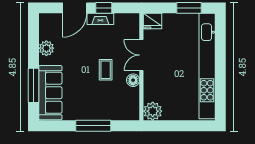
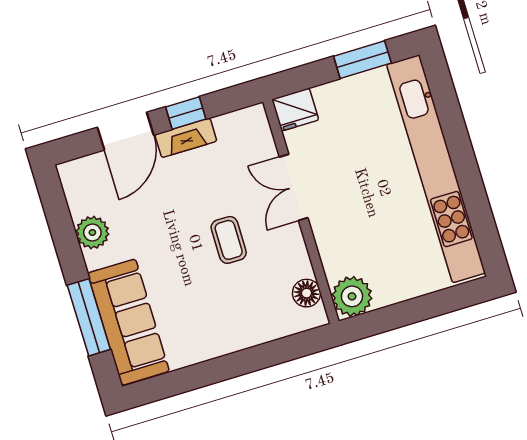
floor lamp: (133, 80) -> (307, 293), moved
window: (93, 126) -> (238, 364), removed

